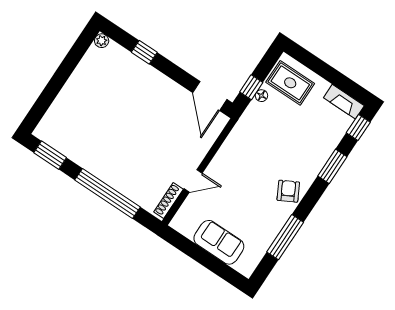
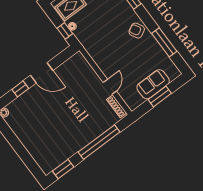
door: (210, 96) -> (42, 73), moved
window: (205, 258) -> (160, 96), added

